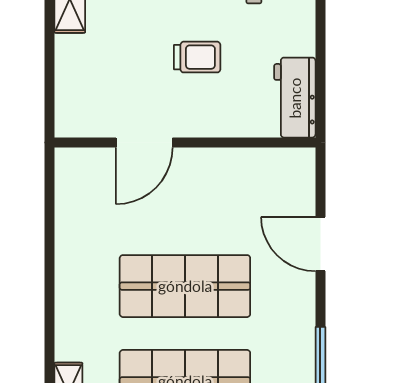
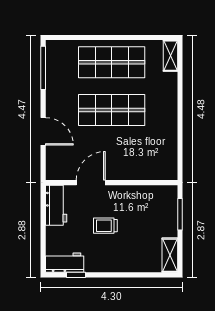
window: (49, 80) -> (180, 214), added
door: (144, 142) -> (91, 183), moved

